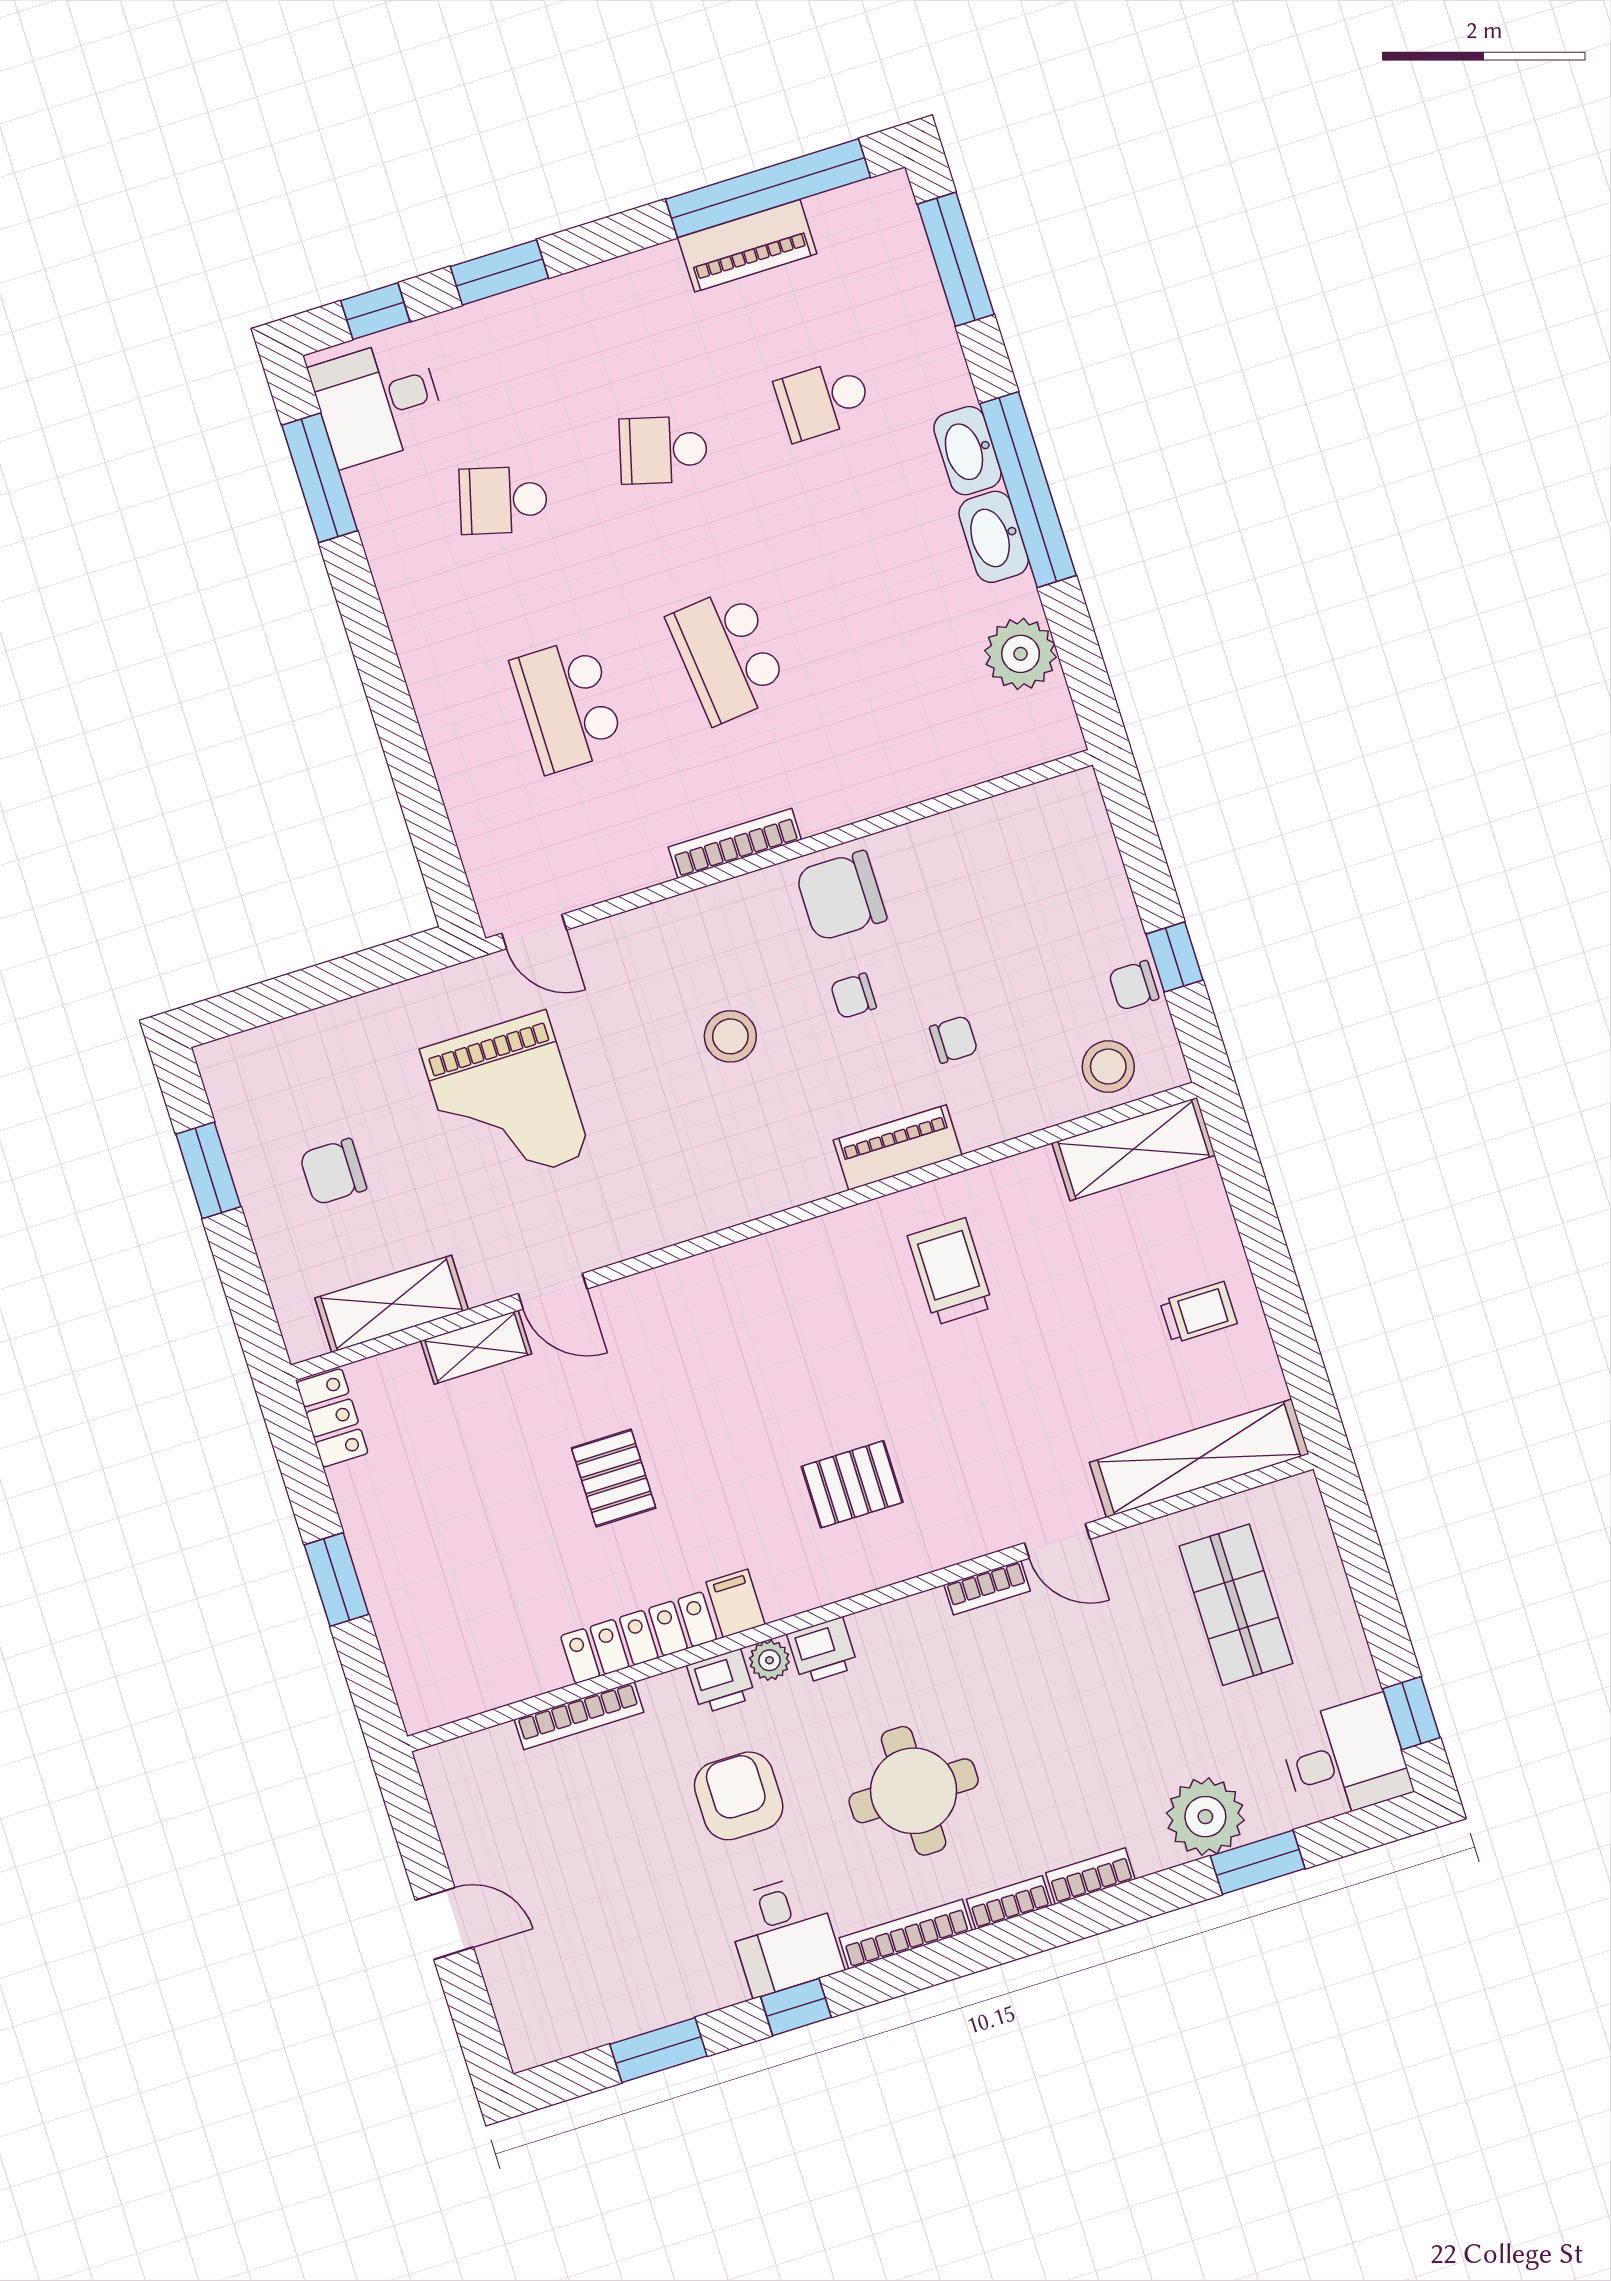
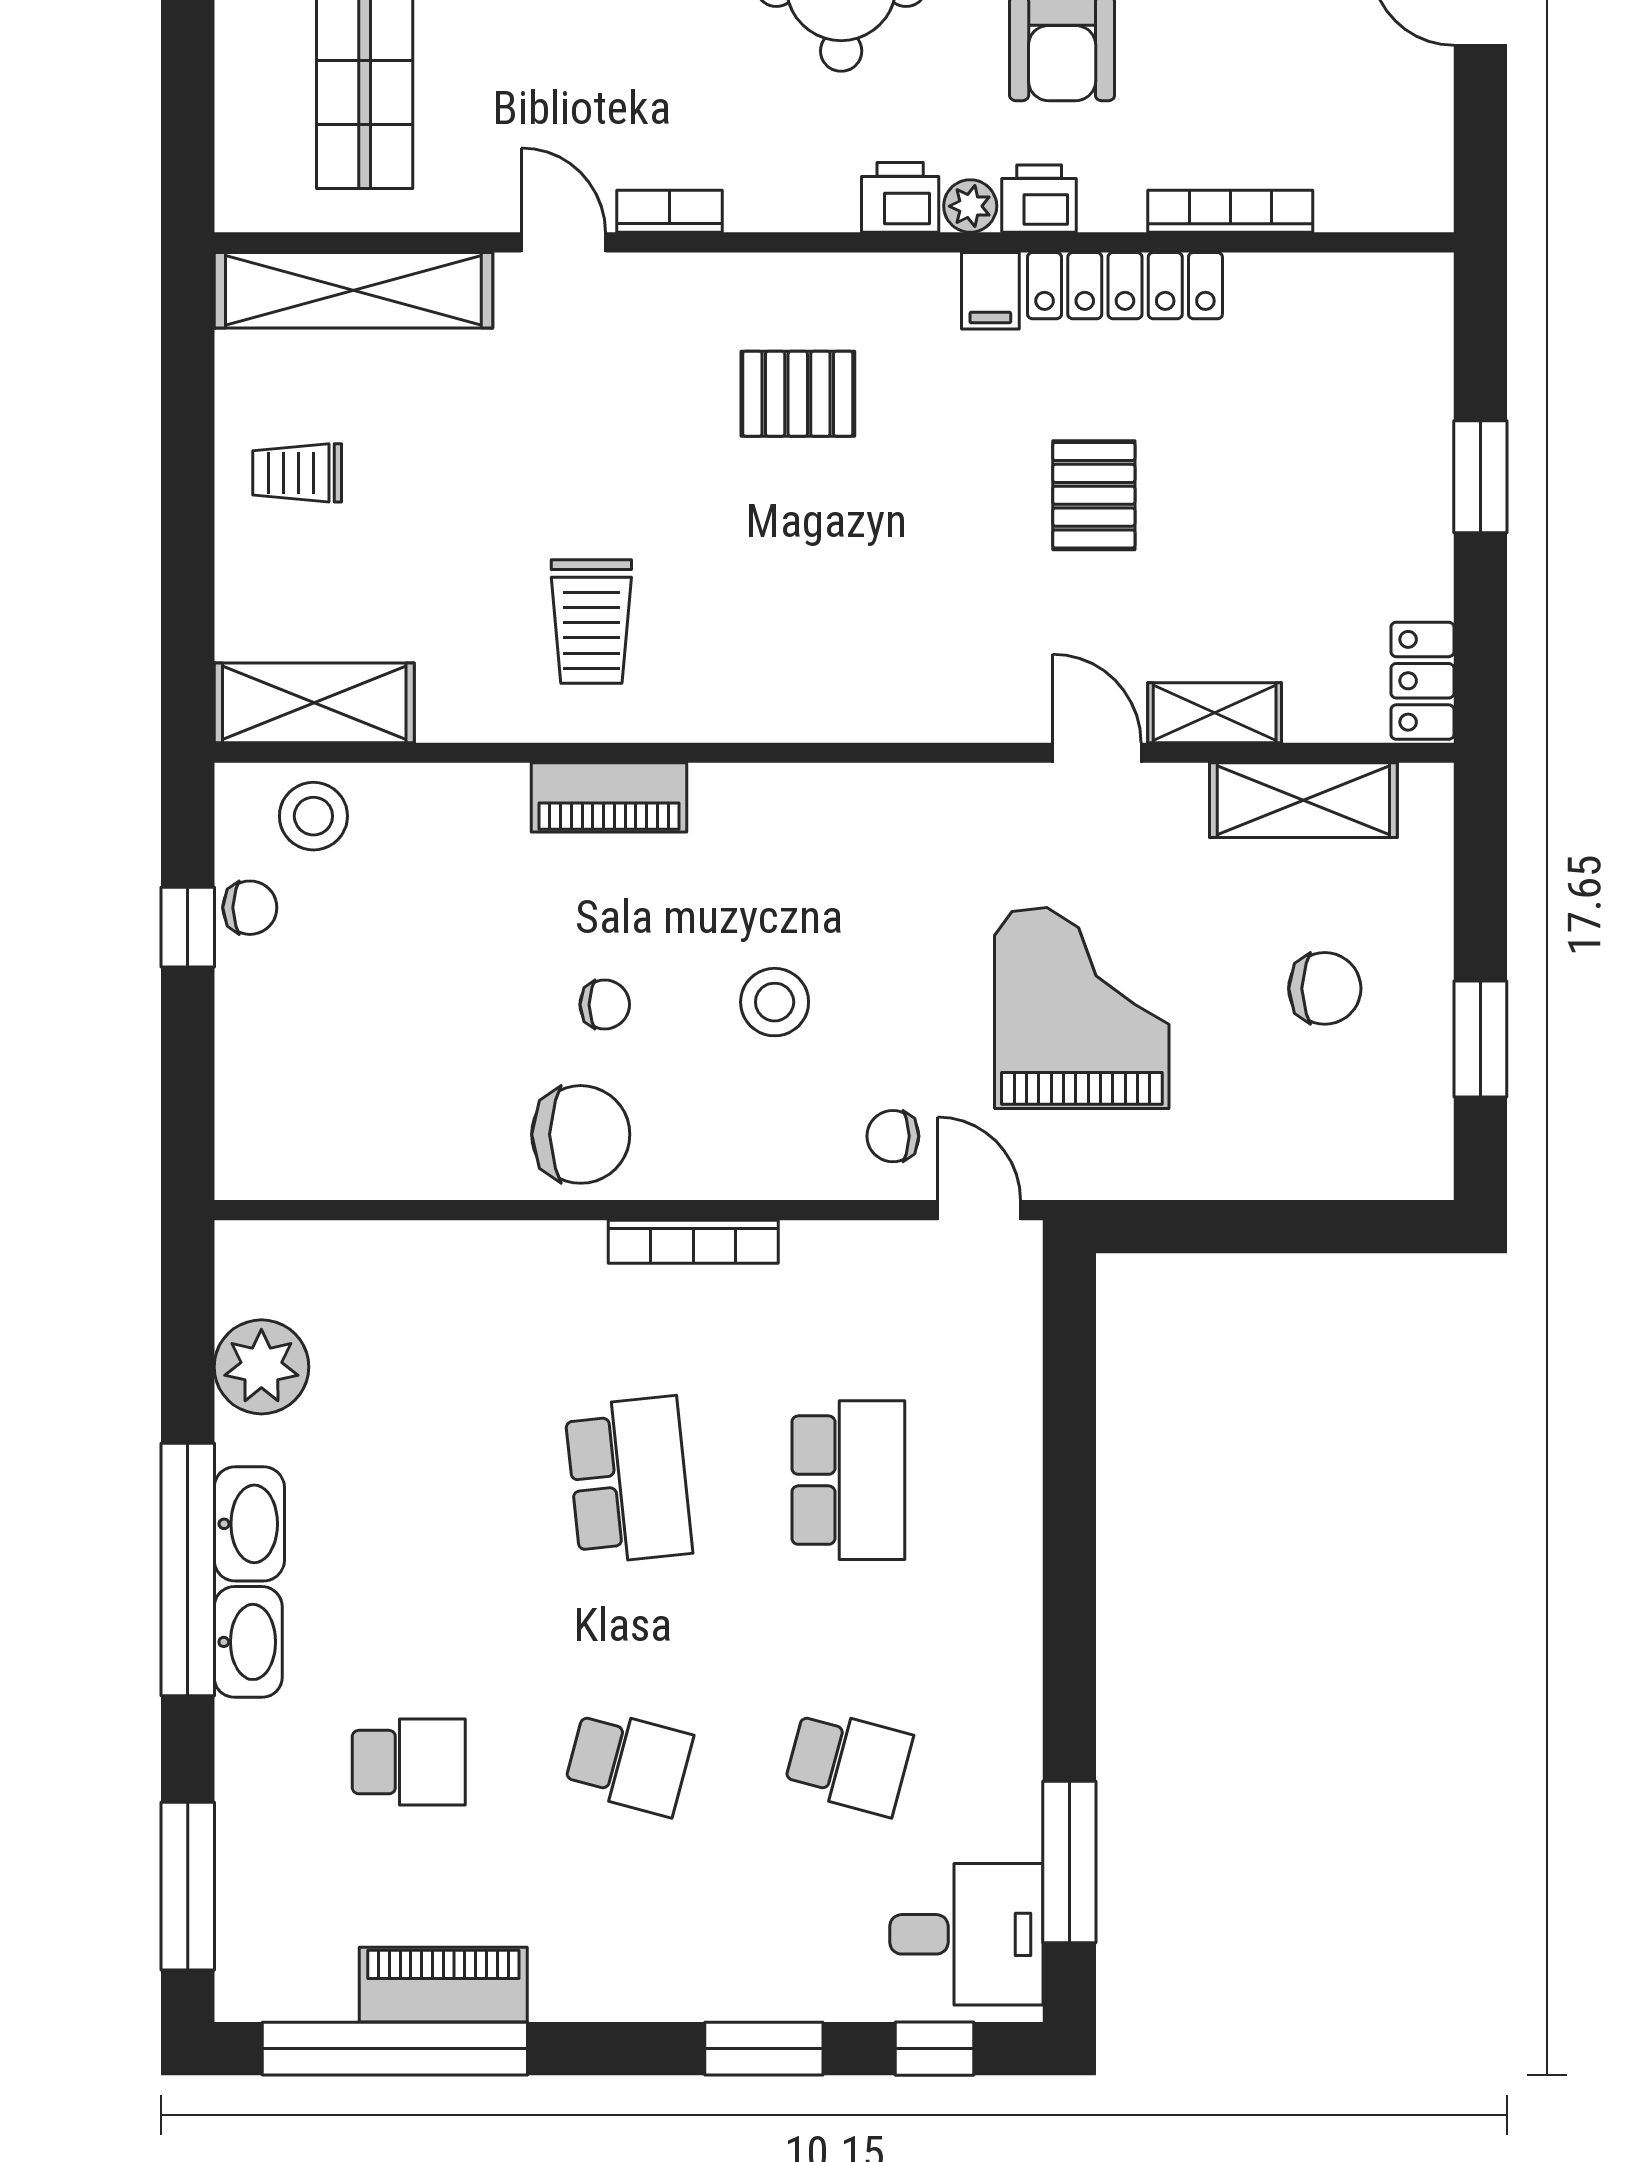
chair: (954, 1039) -> (893, 1136), moved

